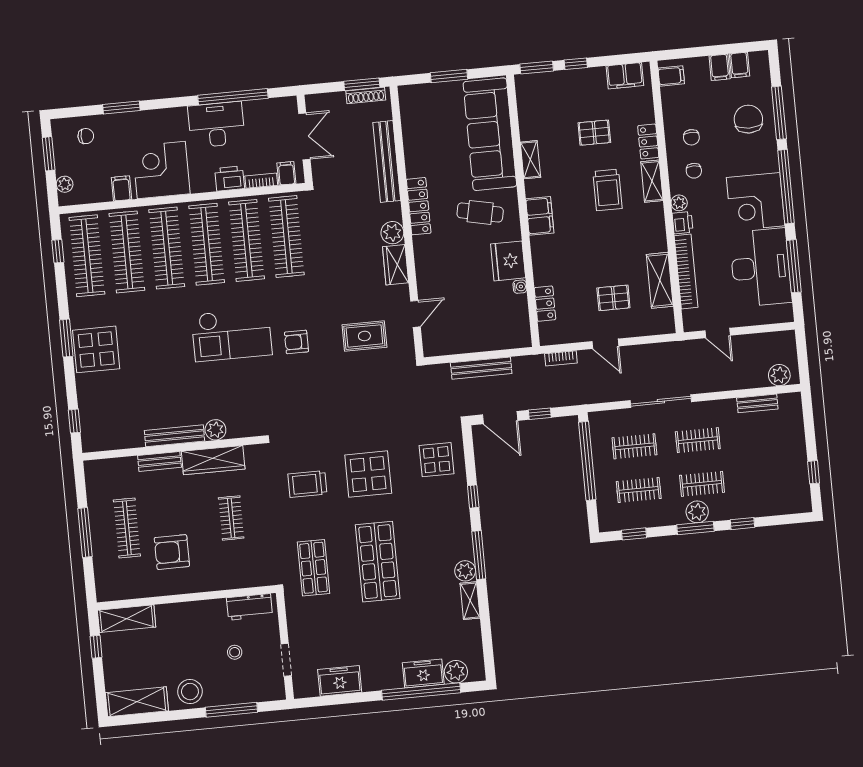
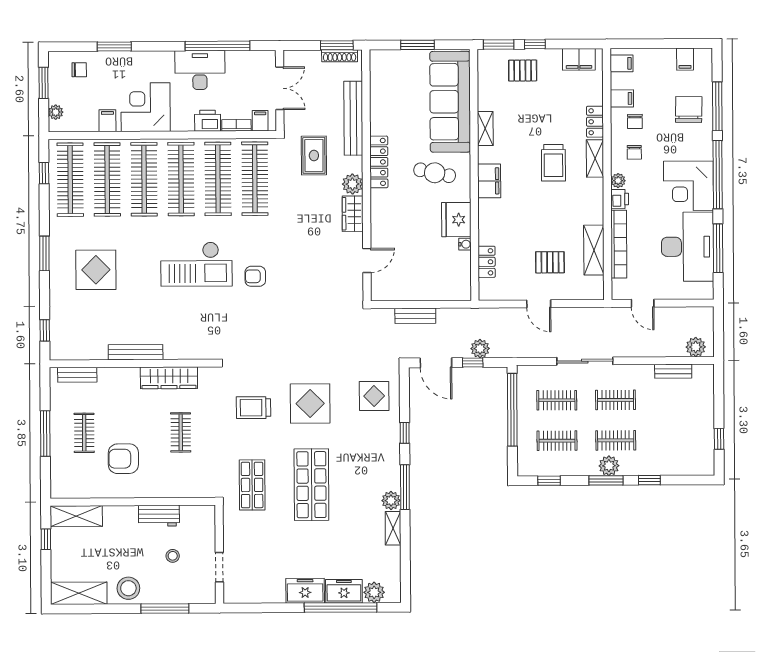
filing cabinet: (720, 67) -> (622, 98), moved, turned -90
pallet: (594, 133) -> (523, 71), moved
rug: (364, 336) -> (314, 155), moved, turned 90
display table: (96, 349) -> (96, 270), moved
bookcase: (561, 358) -> (497, 313), removed
bench: (481, 368) -> (415, 316), width x0.73
plant: (215, 430) -> (480, 349), moved
bench: (159, 461) -> (77, 375), moved
clothes rail: (127, 528) -> (84, 433), width x0.73
workbench: (249, 607) -> (159, 516), moved
freezer: (340, 681) -> (305, 591), moved

